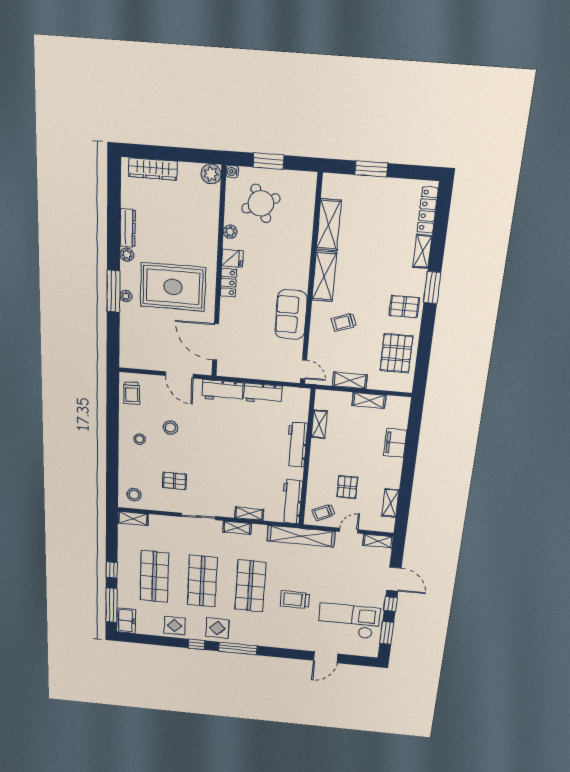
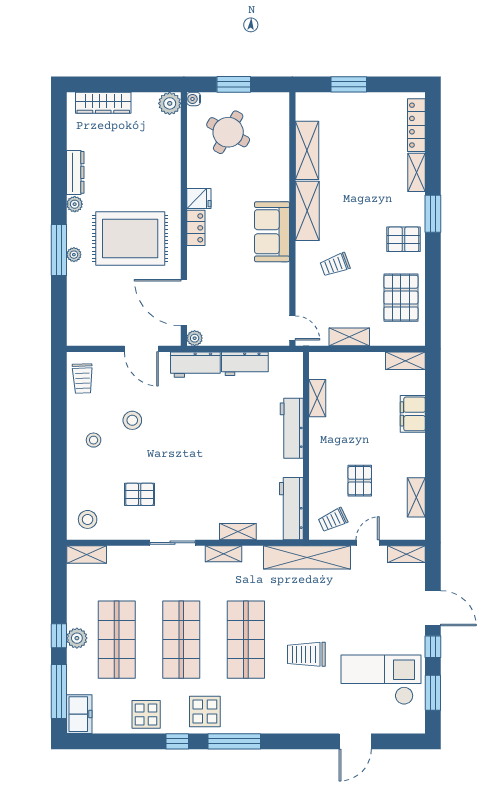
round table: (261, 203) -> (228, 132), turned -38
plant: (230, 232) -> (195, 338), moved
sofa: (291, 315) -> (272, 232), moved
shelving: (369, 400) -> (405, 361), moved
plant: (125, 573) -> (77, 638), added

